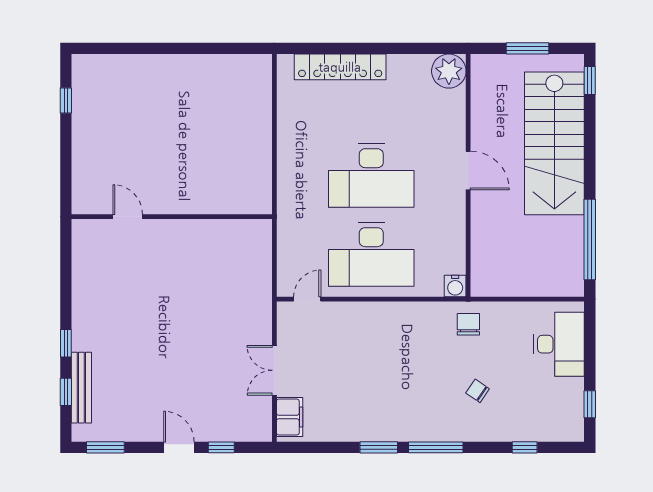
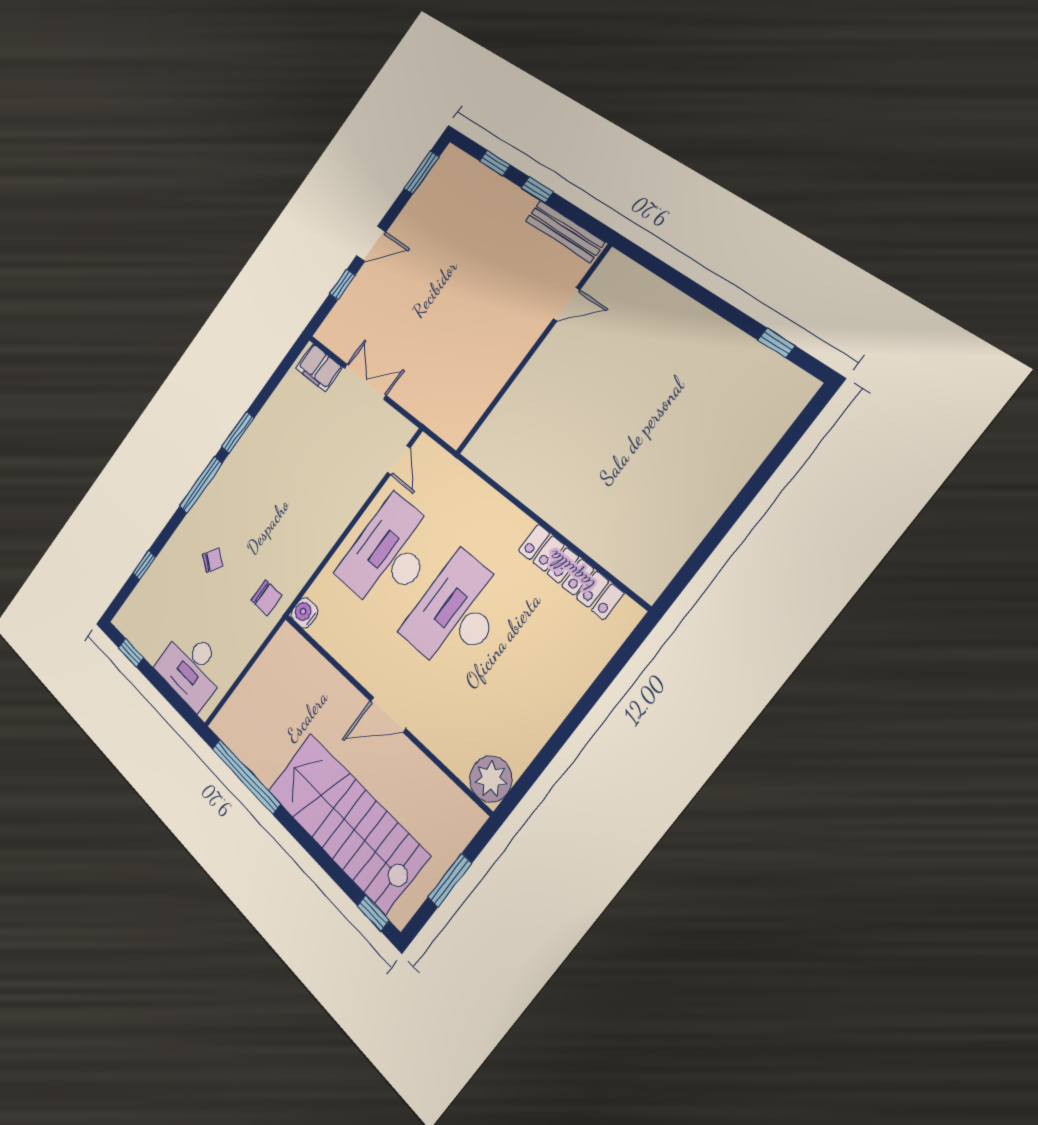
locker: (340, 67) -> (570, 571), moved, turned -90
door: (128, 217) -> (567, 304), moved
wall: (172, 217) -> (533, 350), moved
bench: (81, 388) -> (565, 231), moved

